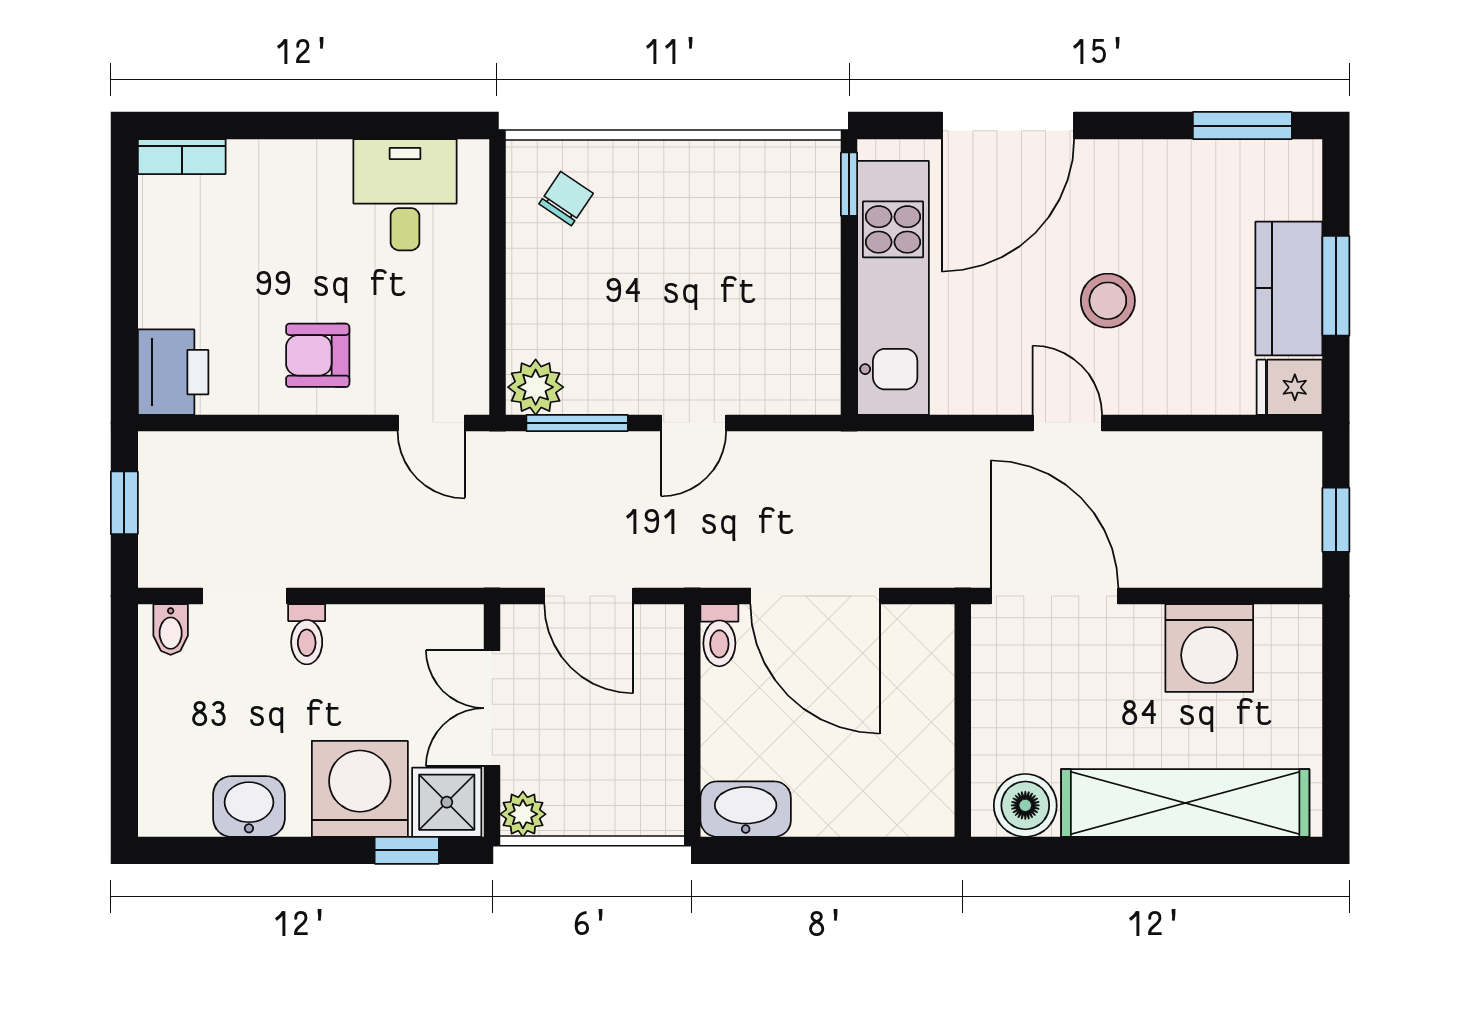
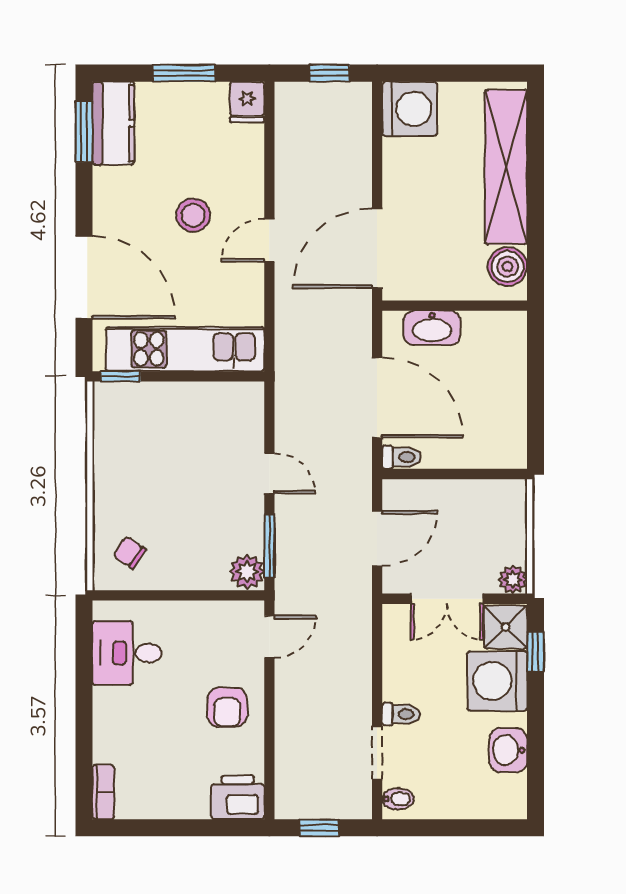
kitchen counter: (1289, 288) -> (113, 123), moved, turned -90
door: (815, 596) -> (377, 398), hinge flipped
washing machine: (1209, 648) -> (410, 109), moved
washbasin: (746, 809) -> (432, 328), moved, turned -90

